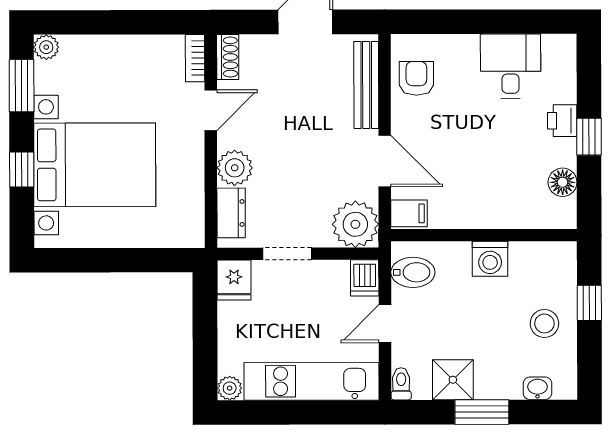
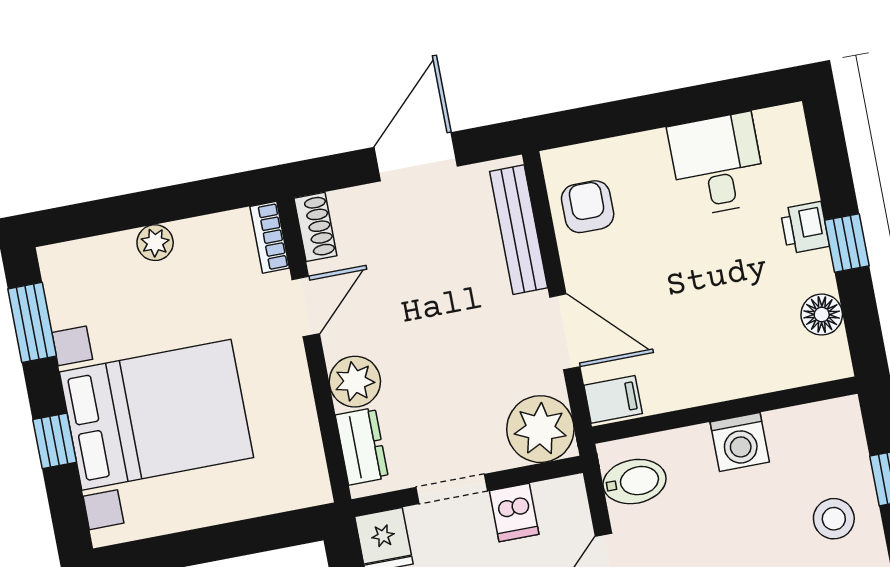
plant: (46, 47) -> (155, 243), moved
dishwasher: (365, 278) -> (514, 513), moved

